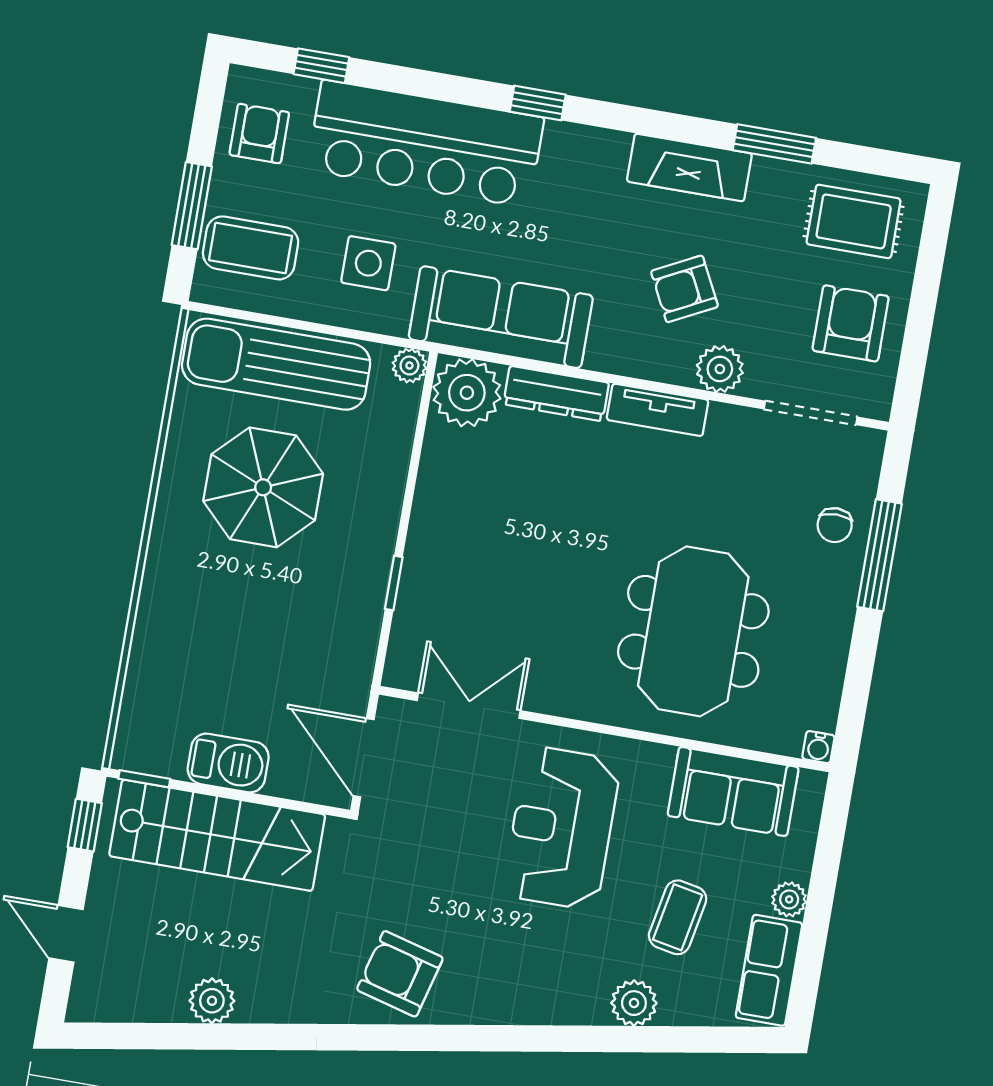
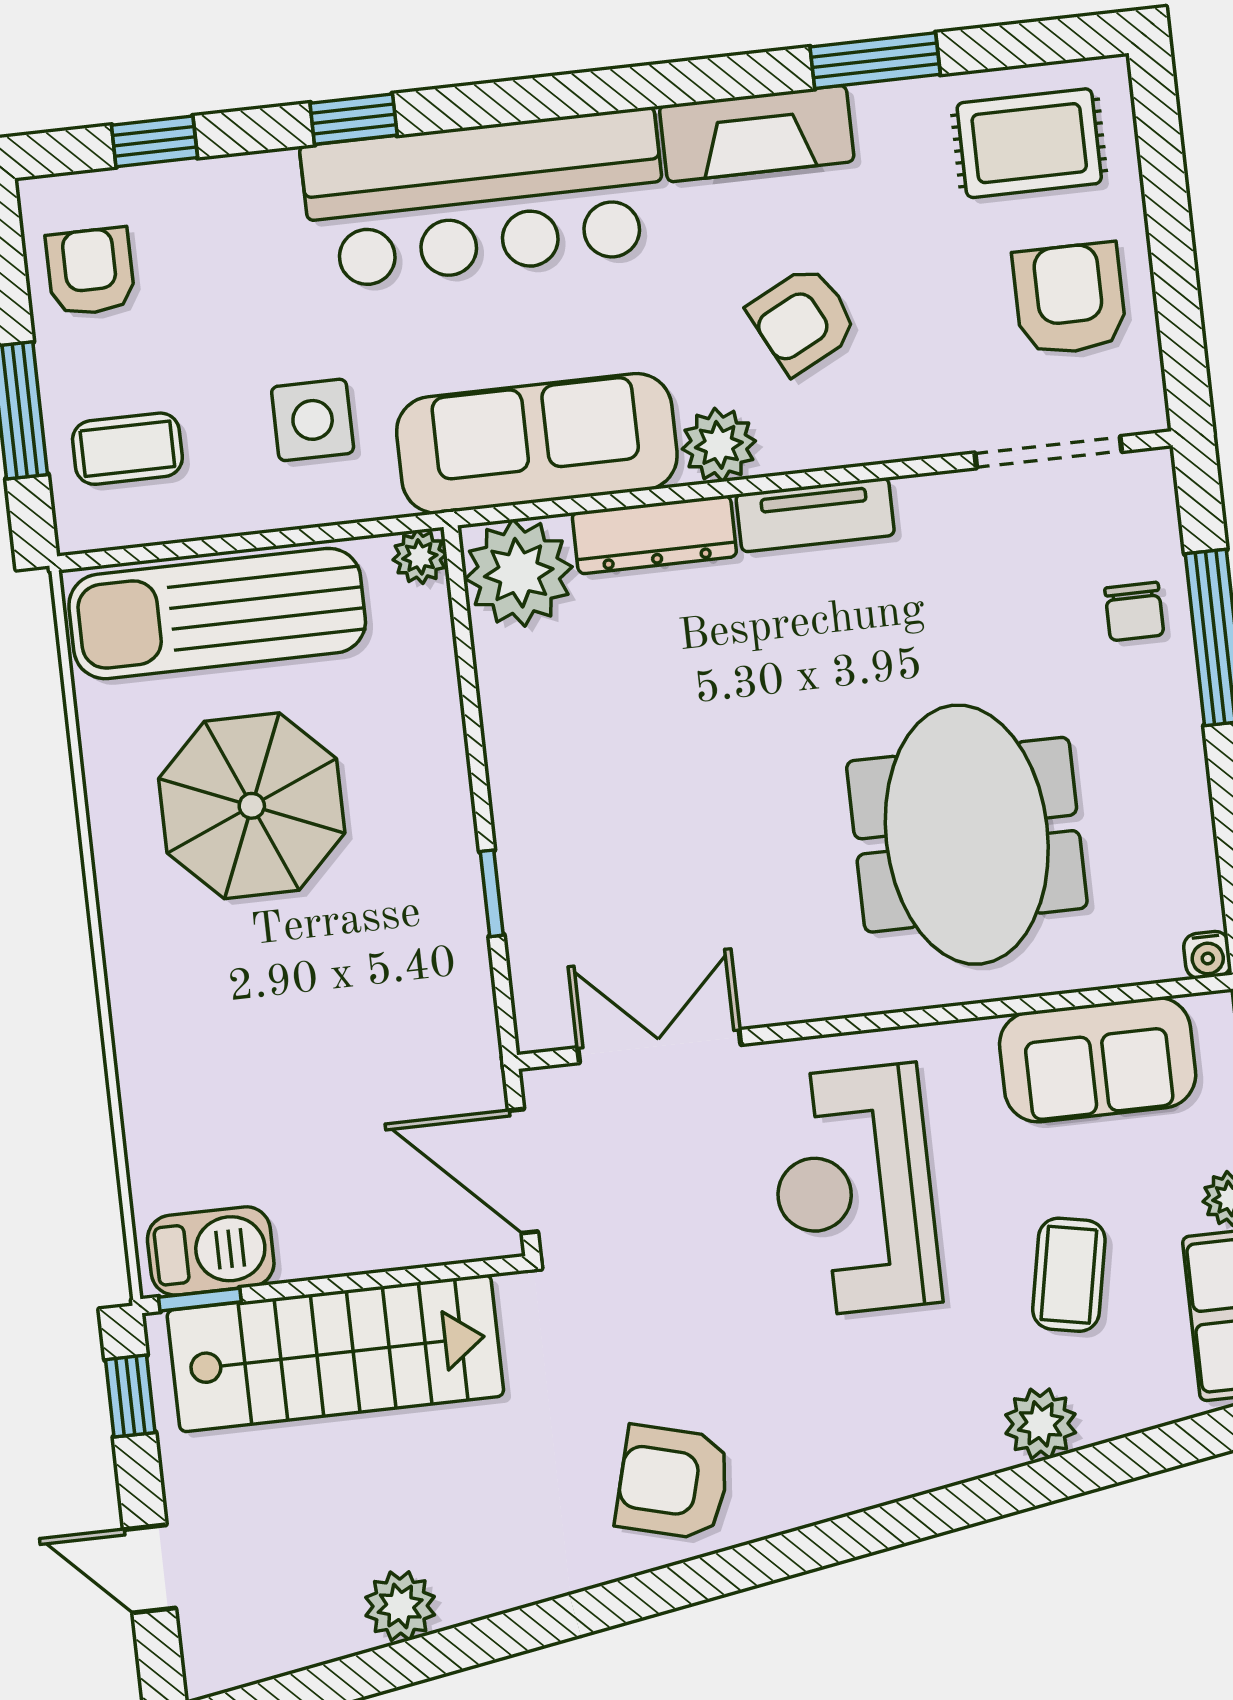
window: (538, 103) -> (354, 119), moved
bar counter: (425, 144) -> (484, 198), moved
coffee table: (251, 248) -> (127, 449), width x0.73, depth x0.77
plant: (720, 369) -> (719, 445), moved
barbecue: (228, 763) -> (211, 1251), moved

